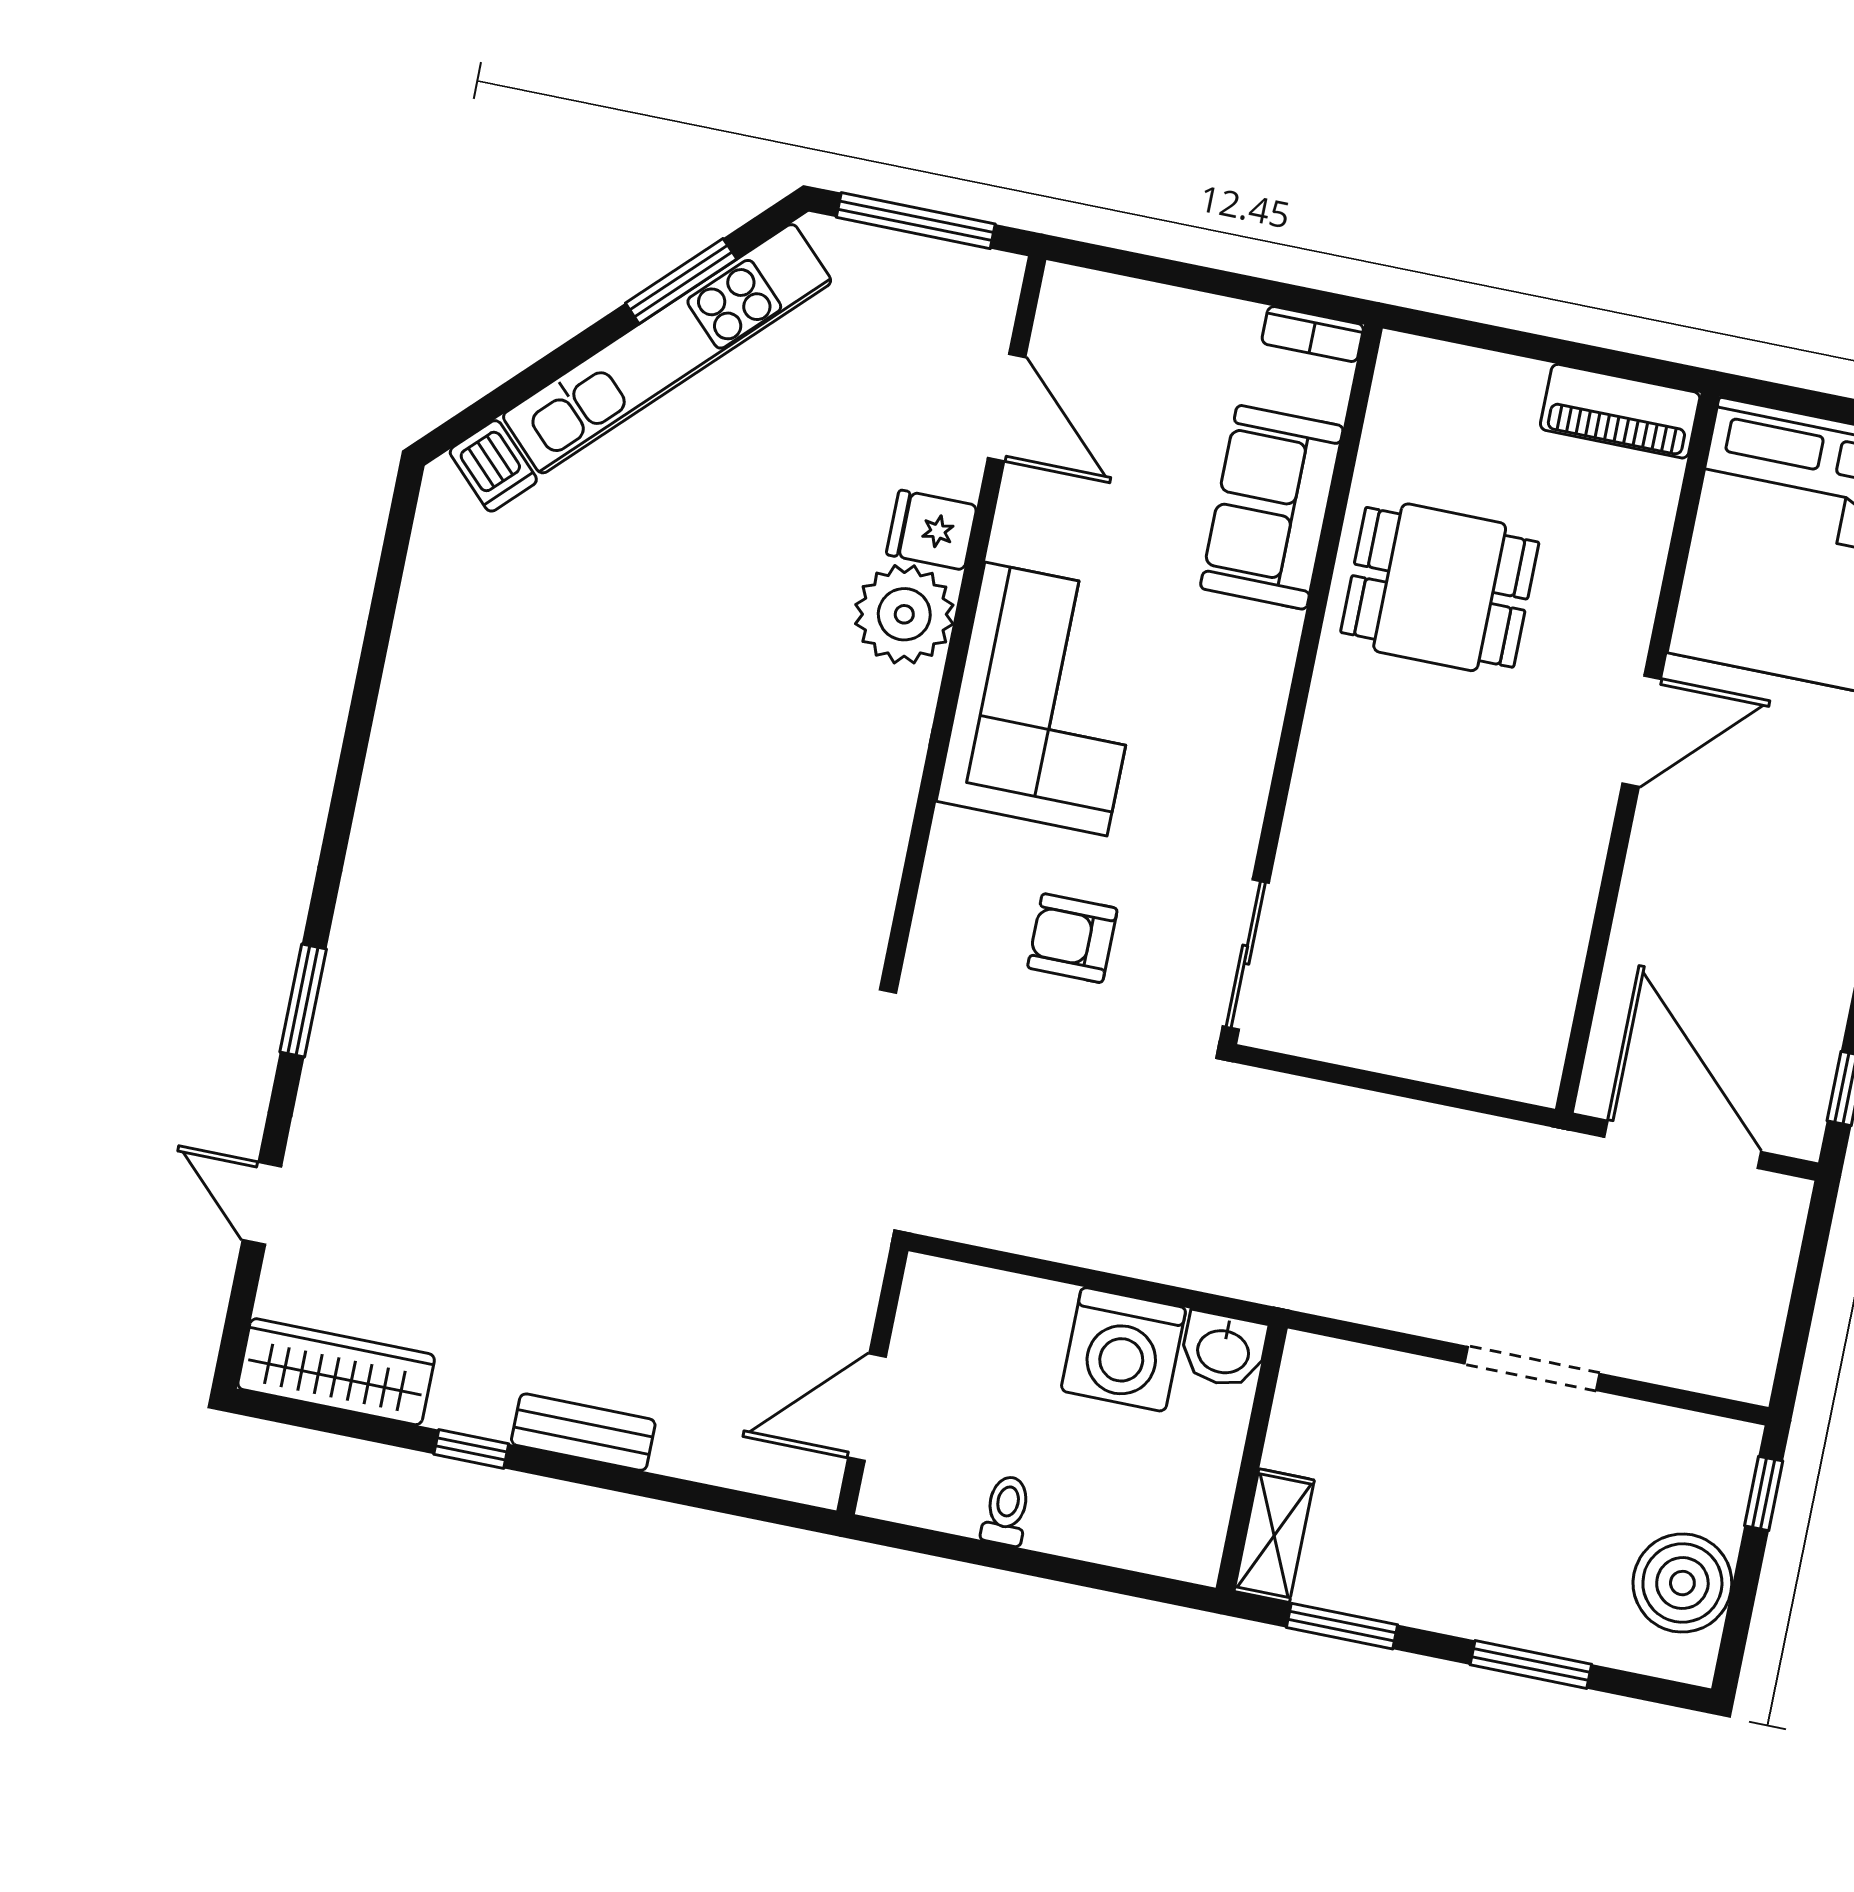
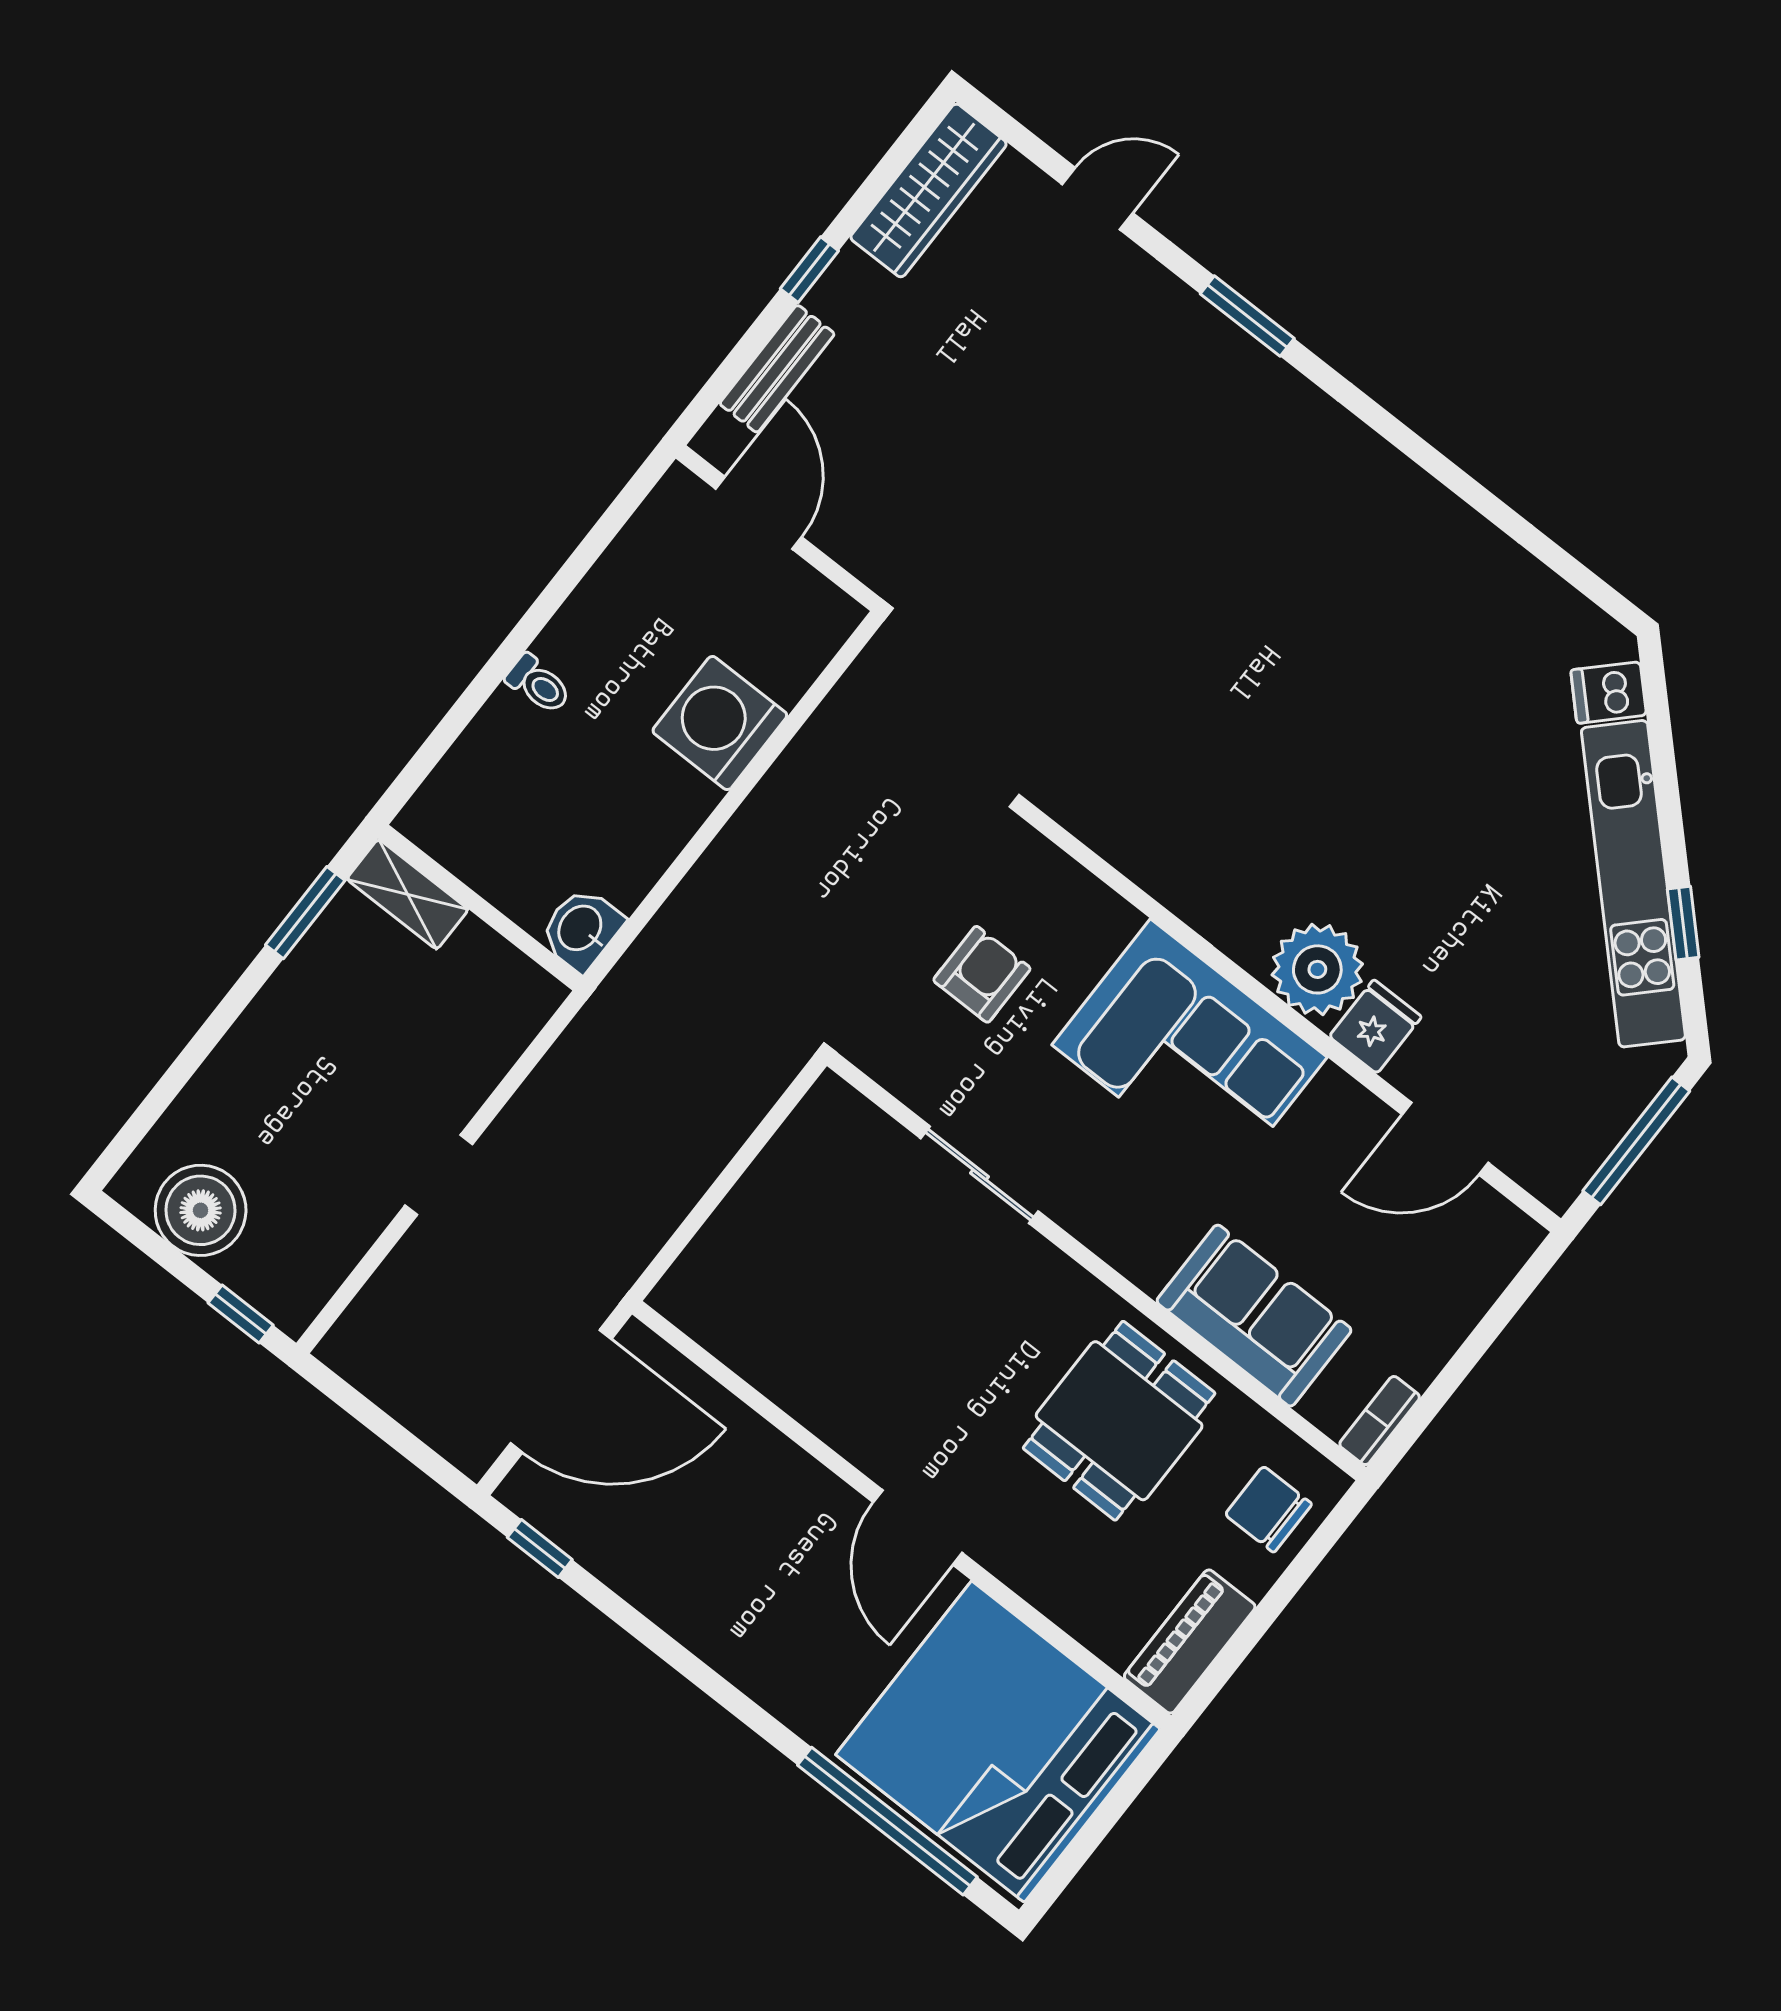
window: (681, 281) -> (1683, 923), width x0.67
chair: (1453, 399) -> (1268, 1509), added
sliding door: (1246, 955) -> (980, 1175), moved
washing machine: (1123, 1349) -> (720, 723), moved
doorway: (1532, 1369) -> (439, 1175), width x0.73
wall: (872, 1381) -> (778, 528), moved
door: (867, 1407) -> (759, 513), moved
window: (1531, 1665) -> (196, 1052), removed

